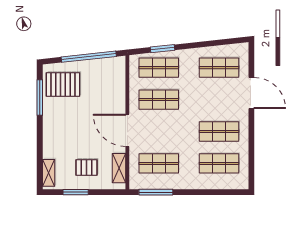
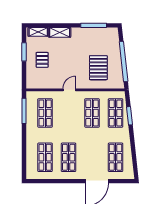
pallet: (63, 85) -> (98, 68), moved
door: (127, 130) -> (69, 90), width x0.53
shelving: (119, 168) -> (60, 32), moved

